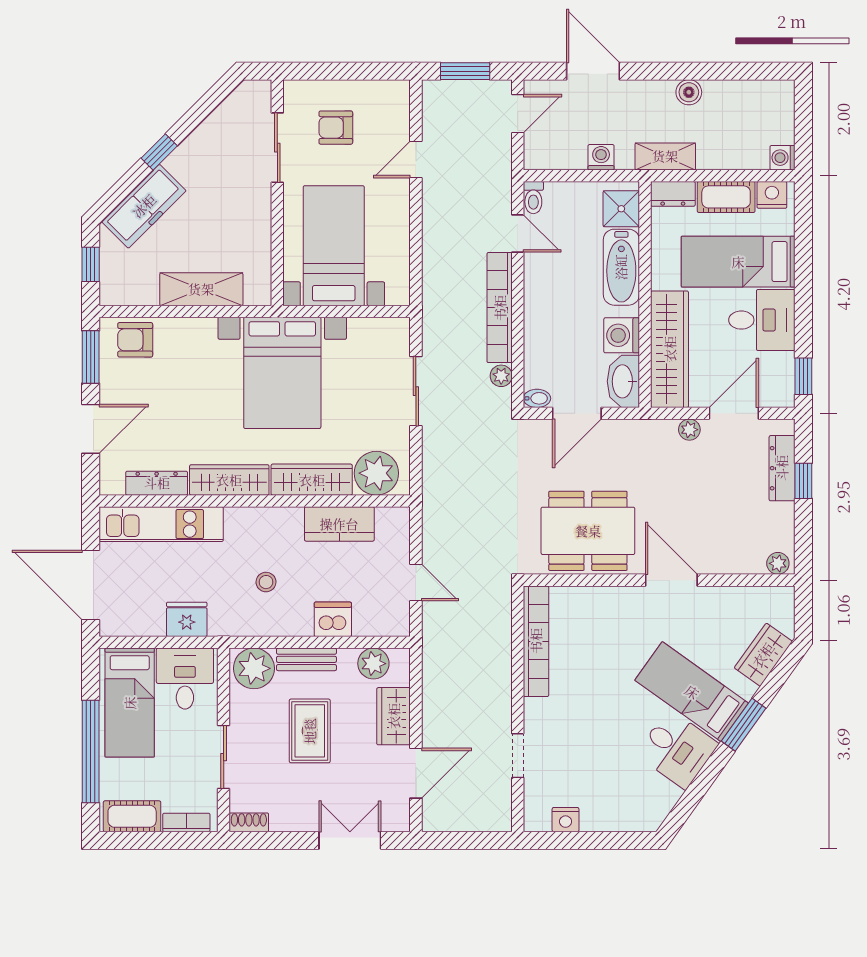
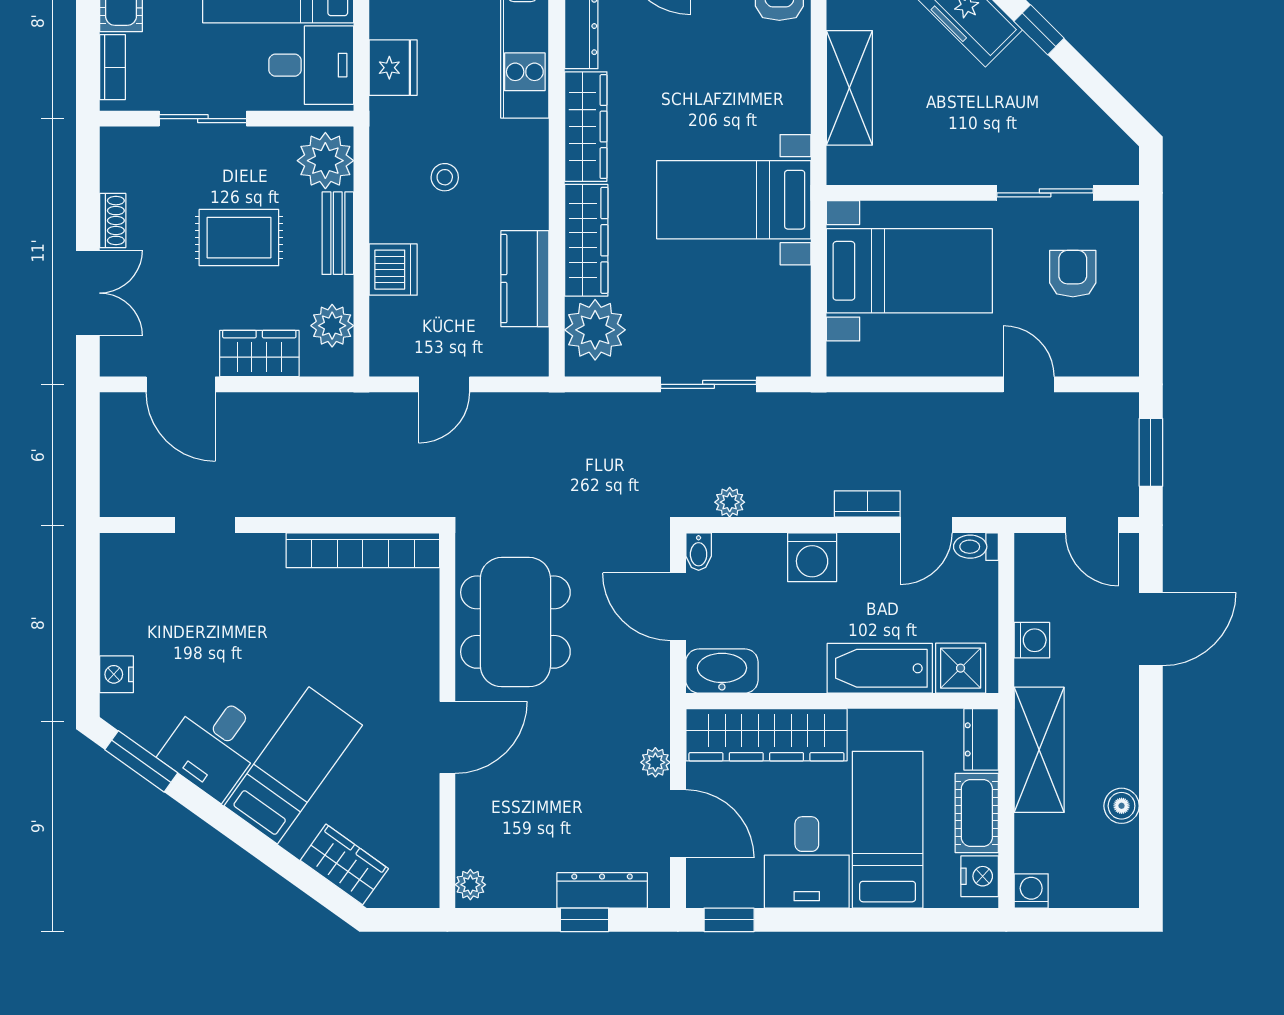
boiler: (689, 92) -> (1122, 806), moved
shelving: (665, 156) -> (1039, 750), width x1.50, depth x1.33
bookcase: (500, 308) -> (867, 504), width x0.43, depth x0.76
washing machine: (622, 335) -> (812, 557), moved, turned 180
bed with nightstands: (282, 373) -> (734, 200), width x0.73
window: (744, 725) -> (141, 761), moved
nightstand: (566, 820) -> (116, 674), moved
shoe rack: (249, 822) -> (113, 221), moved

